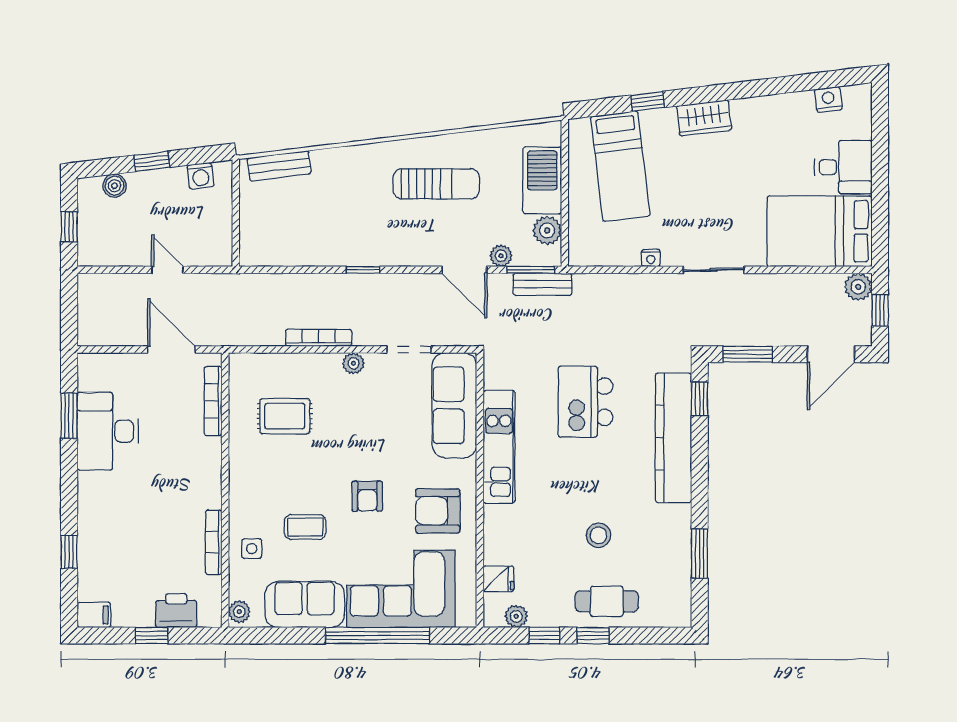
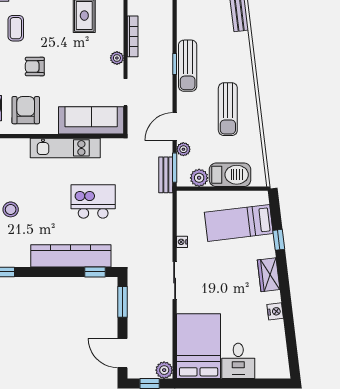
nightstand: (828, 100) -> (275, 311), moved
sun lounger: (366, 249) -> (188, 66), added

